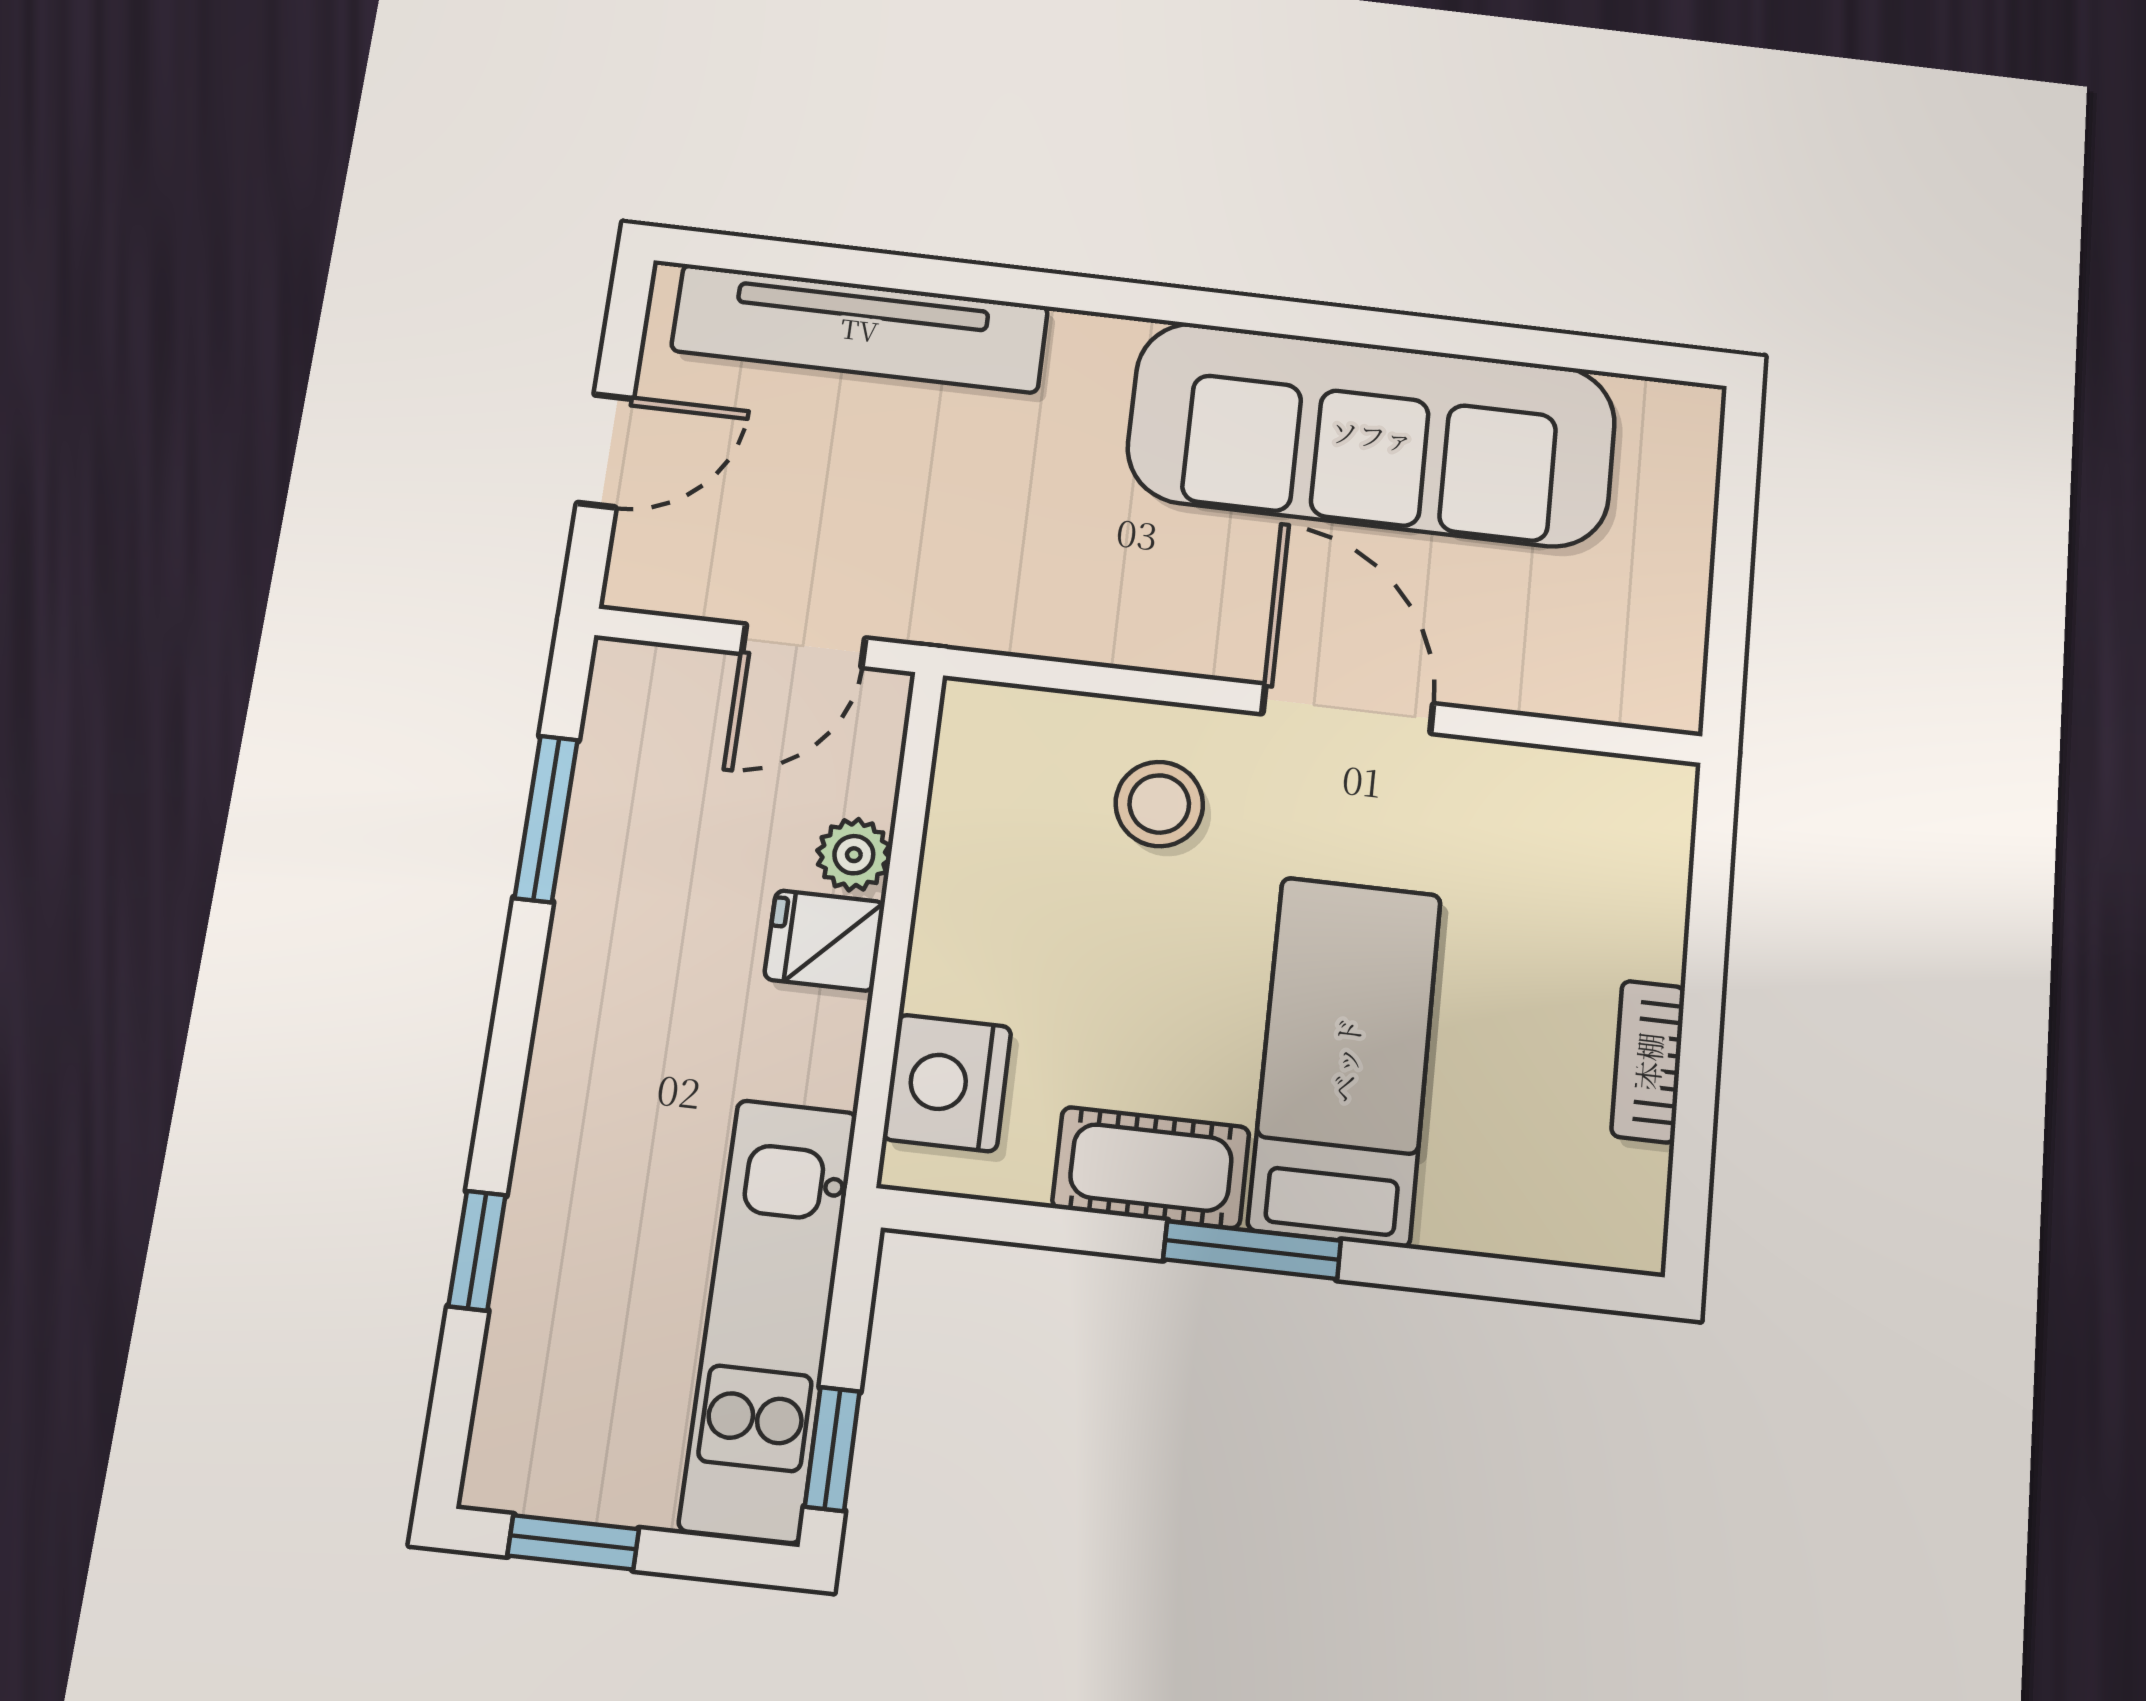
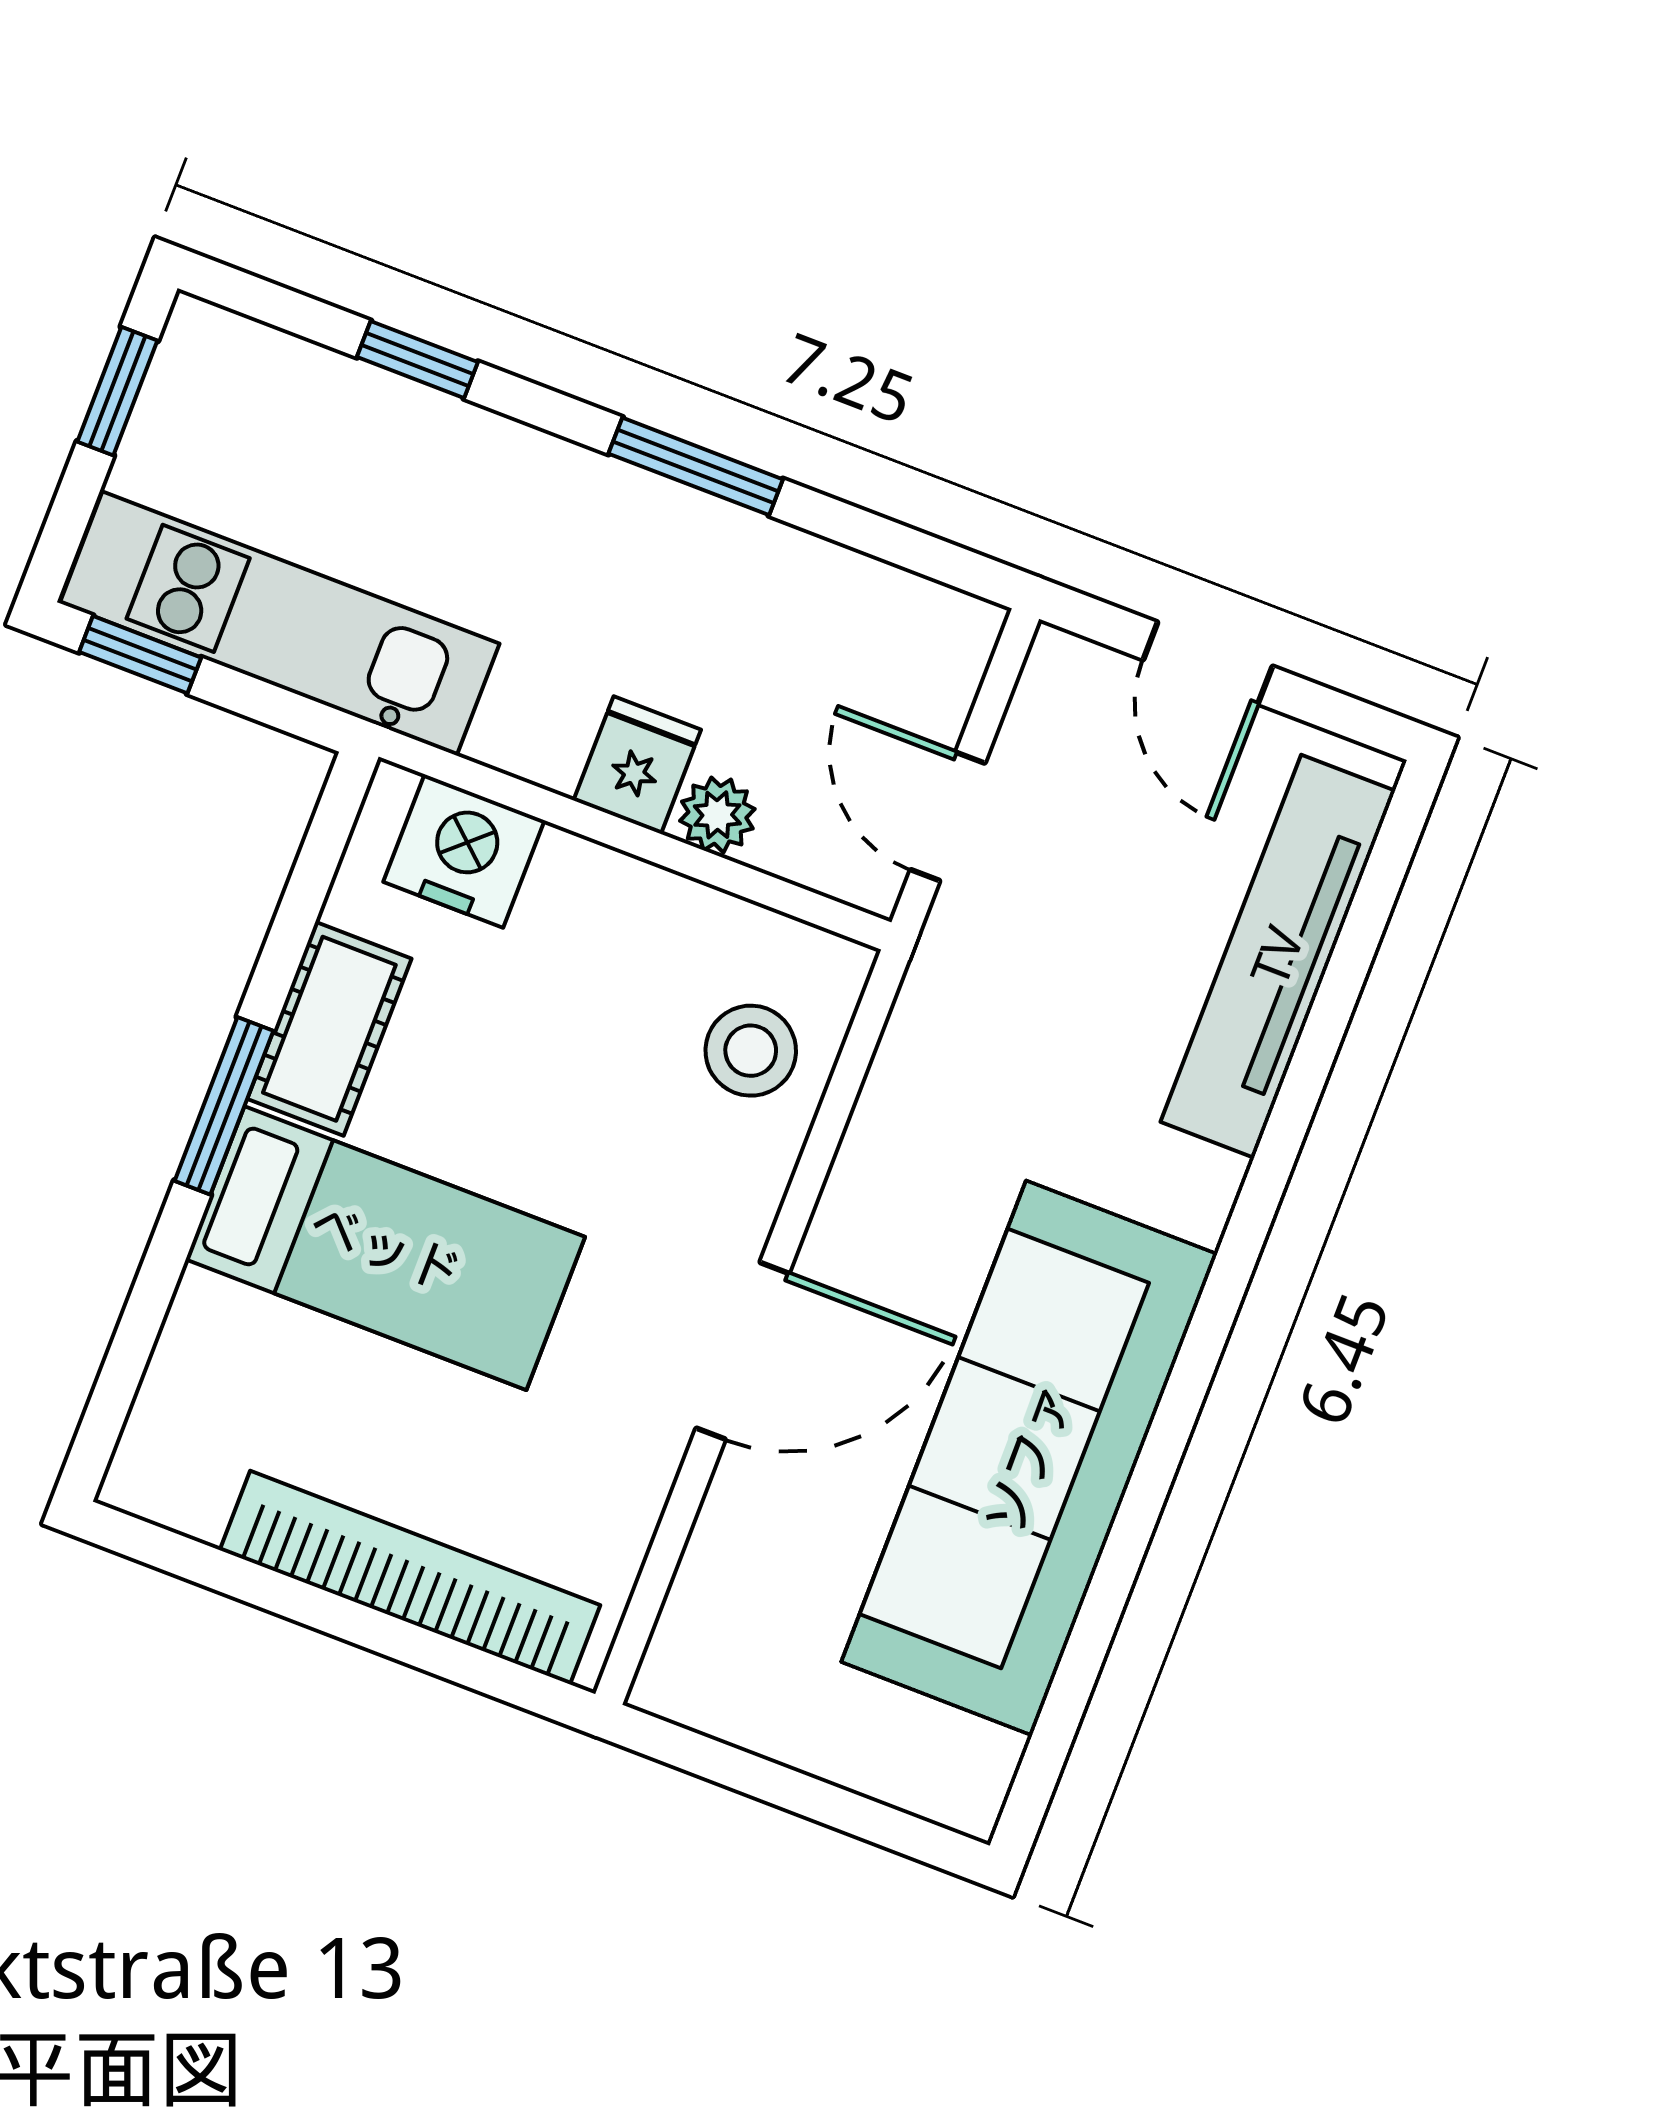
stool: (1159, 804) -> (751, 1051), moved
window: (546, 819) -> (696, 466), moved
bookcase: (1648, 1061) -> (410, 1578), width x2.31, depth x1.31

